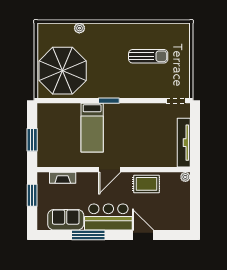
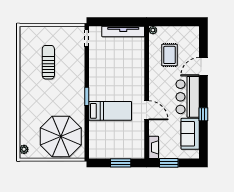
plant: (79, 28) -> (24, 149), moved
door: (110, 170) -> (147, 110), moved
fireplace: (63, 178) -> (154, 147), moved
rug: (146, 184) -> (169, 55), moved
window: (88, 235) -> (203, 114), width x0.46

